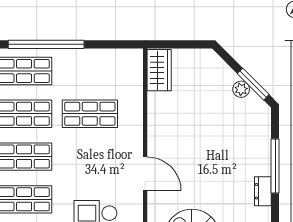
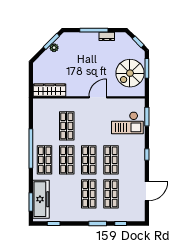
wardrobe: (159, 70) -> (50, 90), width x1.50

